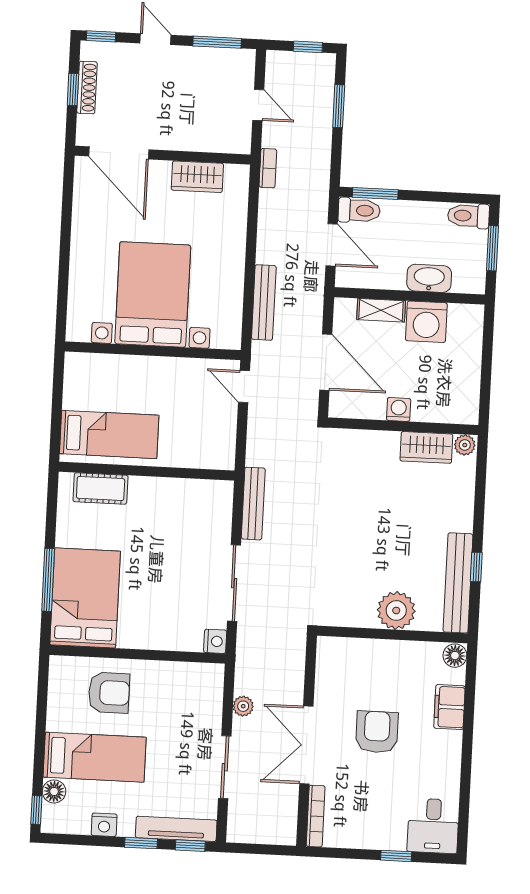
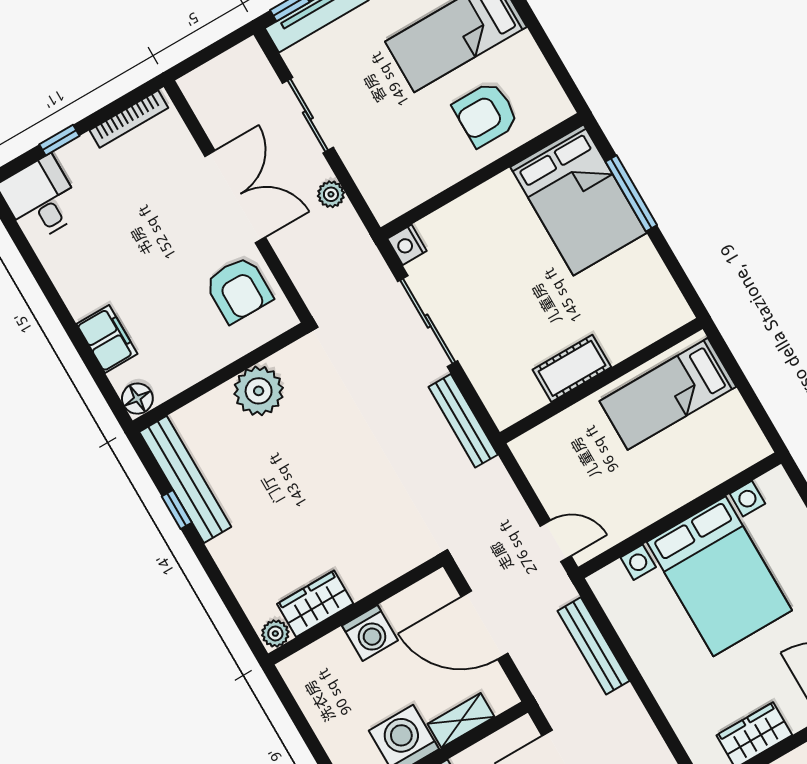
washing machine: (399, 409) -> (370, 633), width x1.38, depth x1.38
cot: (101, 488) -> (572, 368), moved
plant: (396, 610) -> (259, 391), moved
armchair: (377, 732) -> (239, 289), moved
bookcase: (316, 816) -> (129, 119), moved, turned -90

